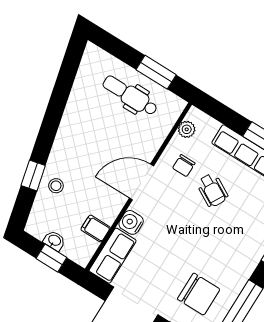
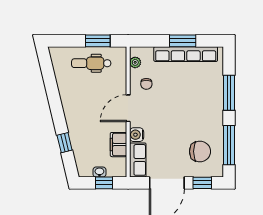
stool: (56, 186) -> (81, 140), removed
wheelchair: (212, 190) -> (171, 88), removed
filing cabinet: (96, 229) -> (119, 145), width x2.00

